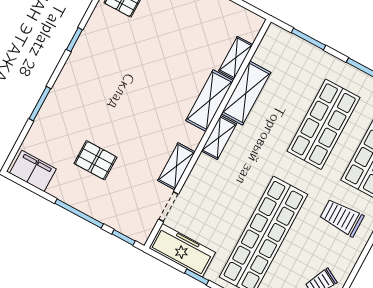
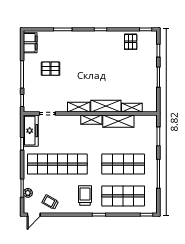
pallet: (95, 160) -> (50, 69), turned 90
shelving: (176, 166) -> (79, 107), moved

